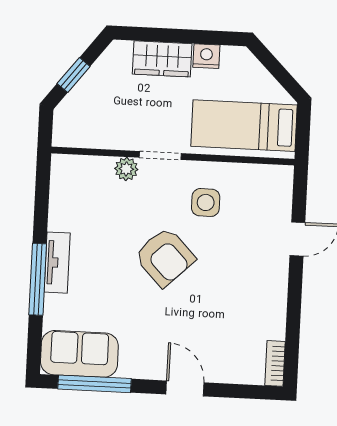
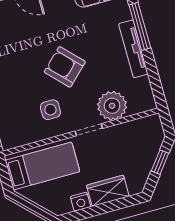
plant: (126, 169) -> (112, 106), width x1.87, depth x1.87
tv unit: (57, 263) -> (133, 49), width x1.41

